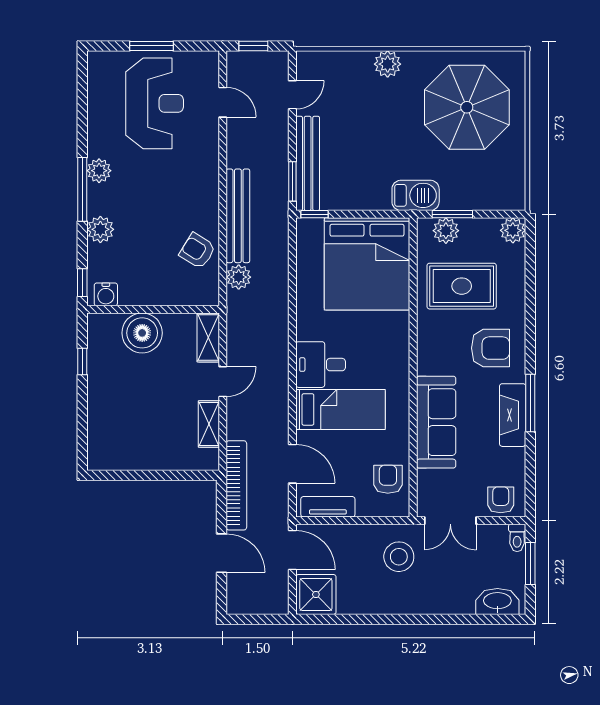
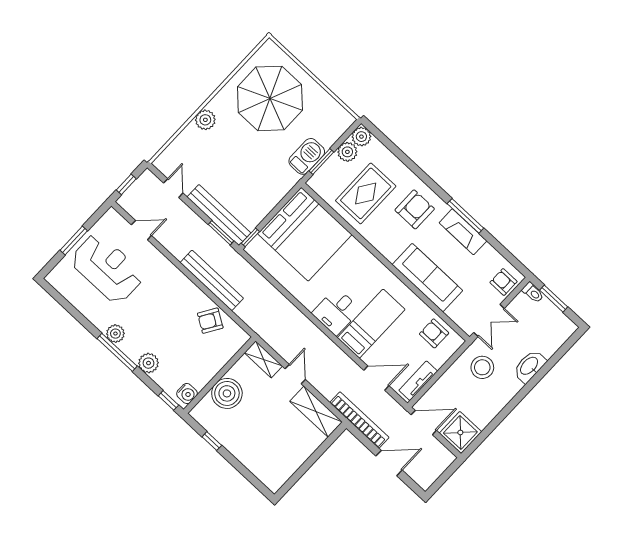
barbecue: (416, 195) -> (307, 156), moved
plant: (446, 231) -> (347, 152), moved
plant: (239, 277) -> (246, 311), removed
shelving: (209, 424) -> (316, 412), width x1.50, depth x1.33
washbasin: (497, 601) -> (530, 366), moved

